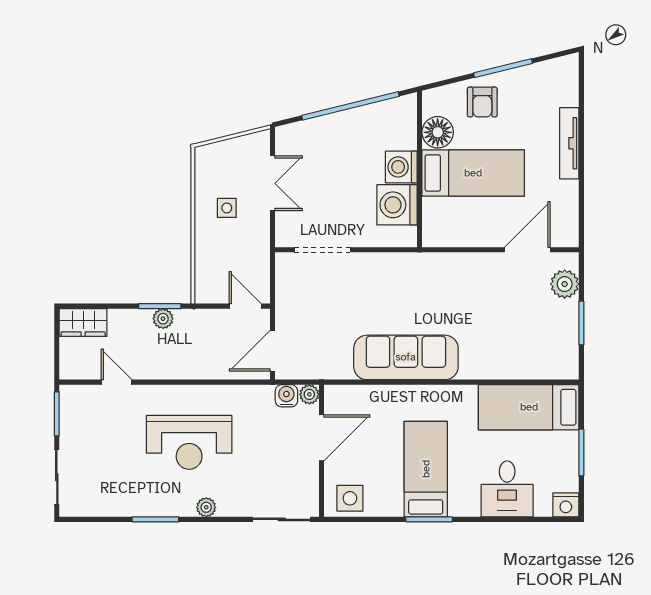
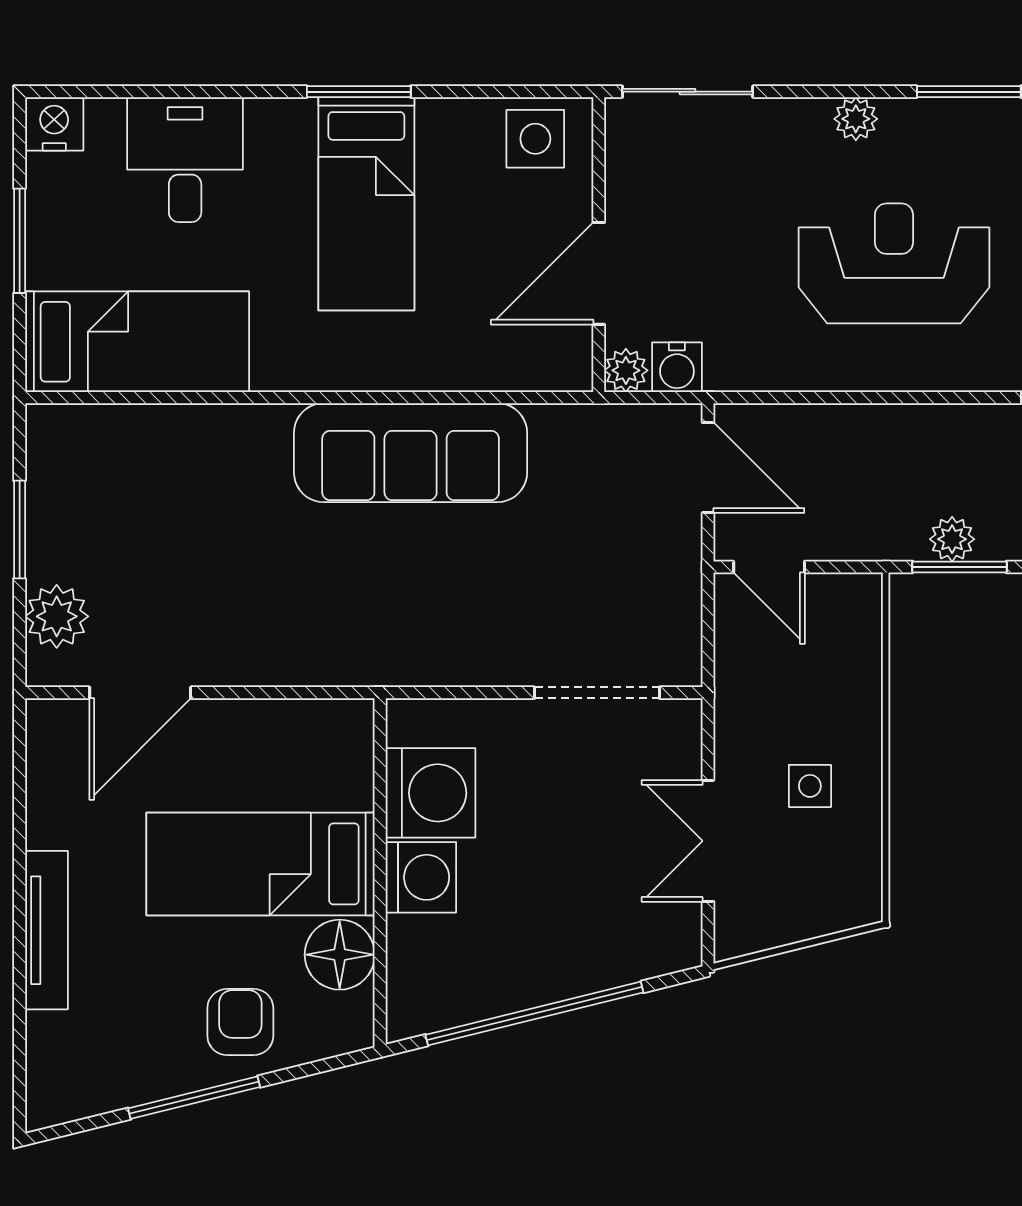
door: (272, 351) -> (708, 468), hinge flipped

